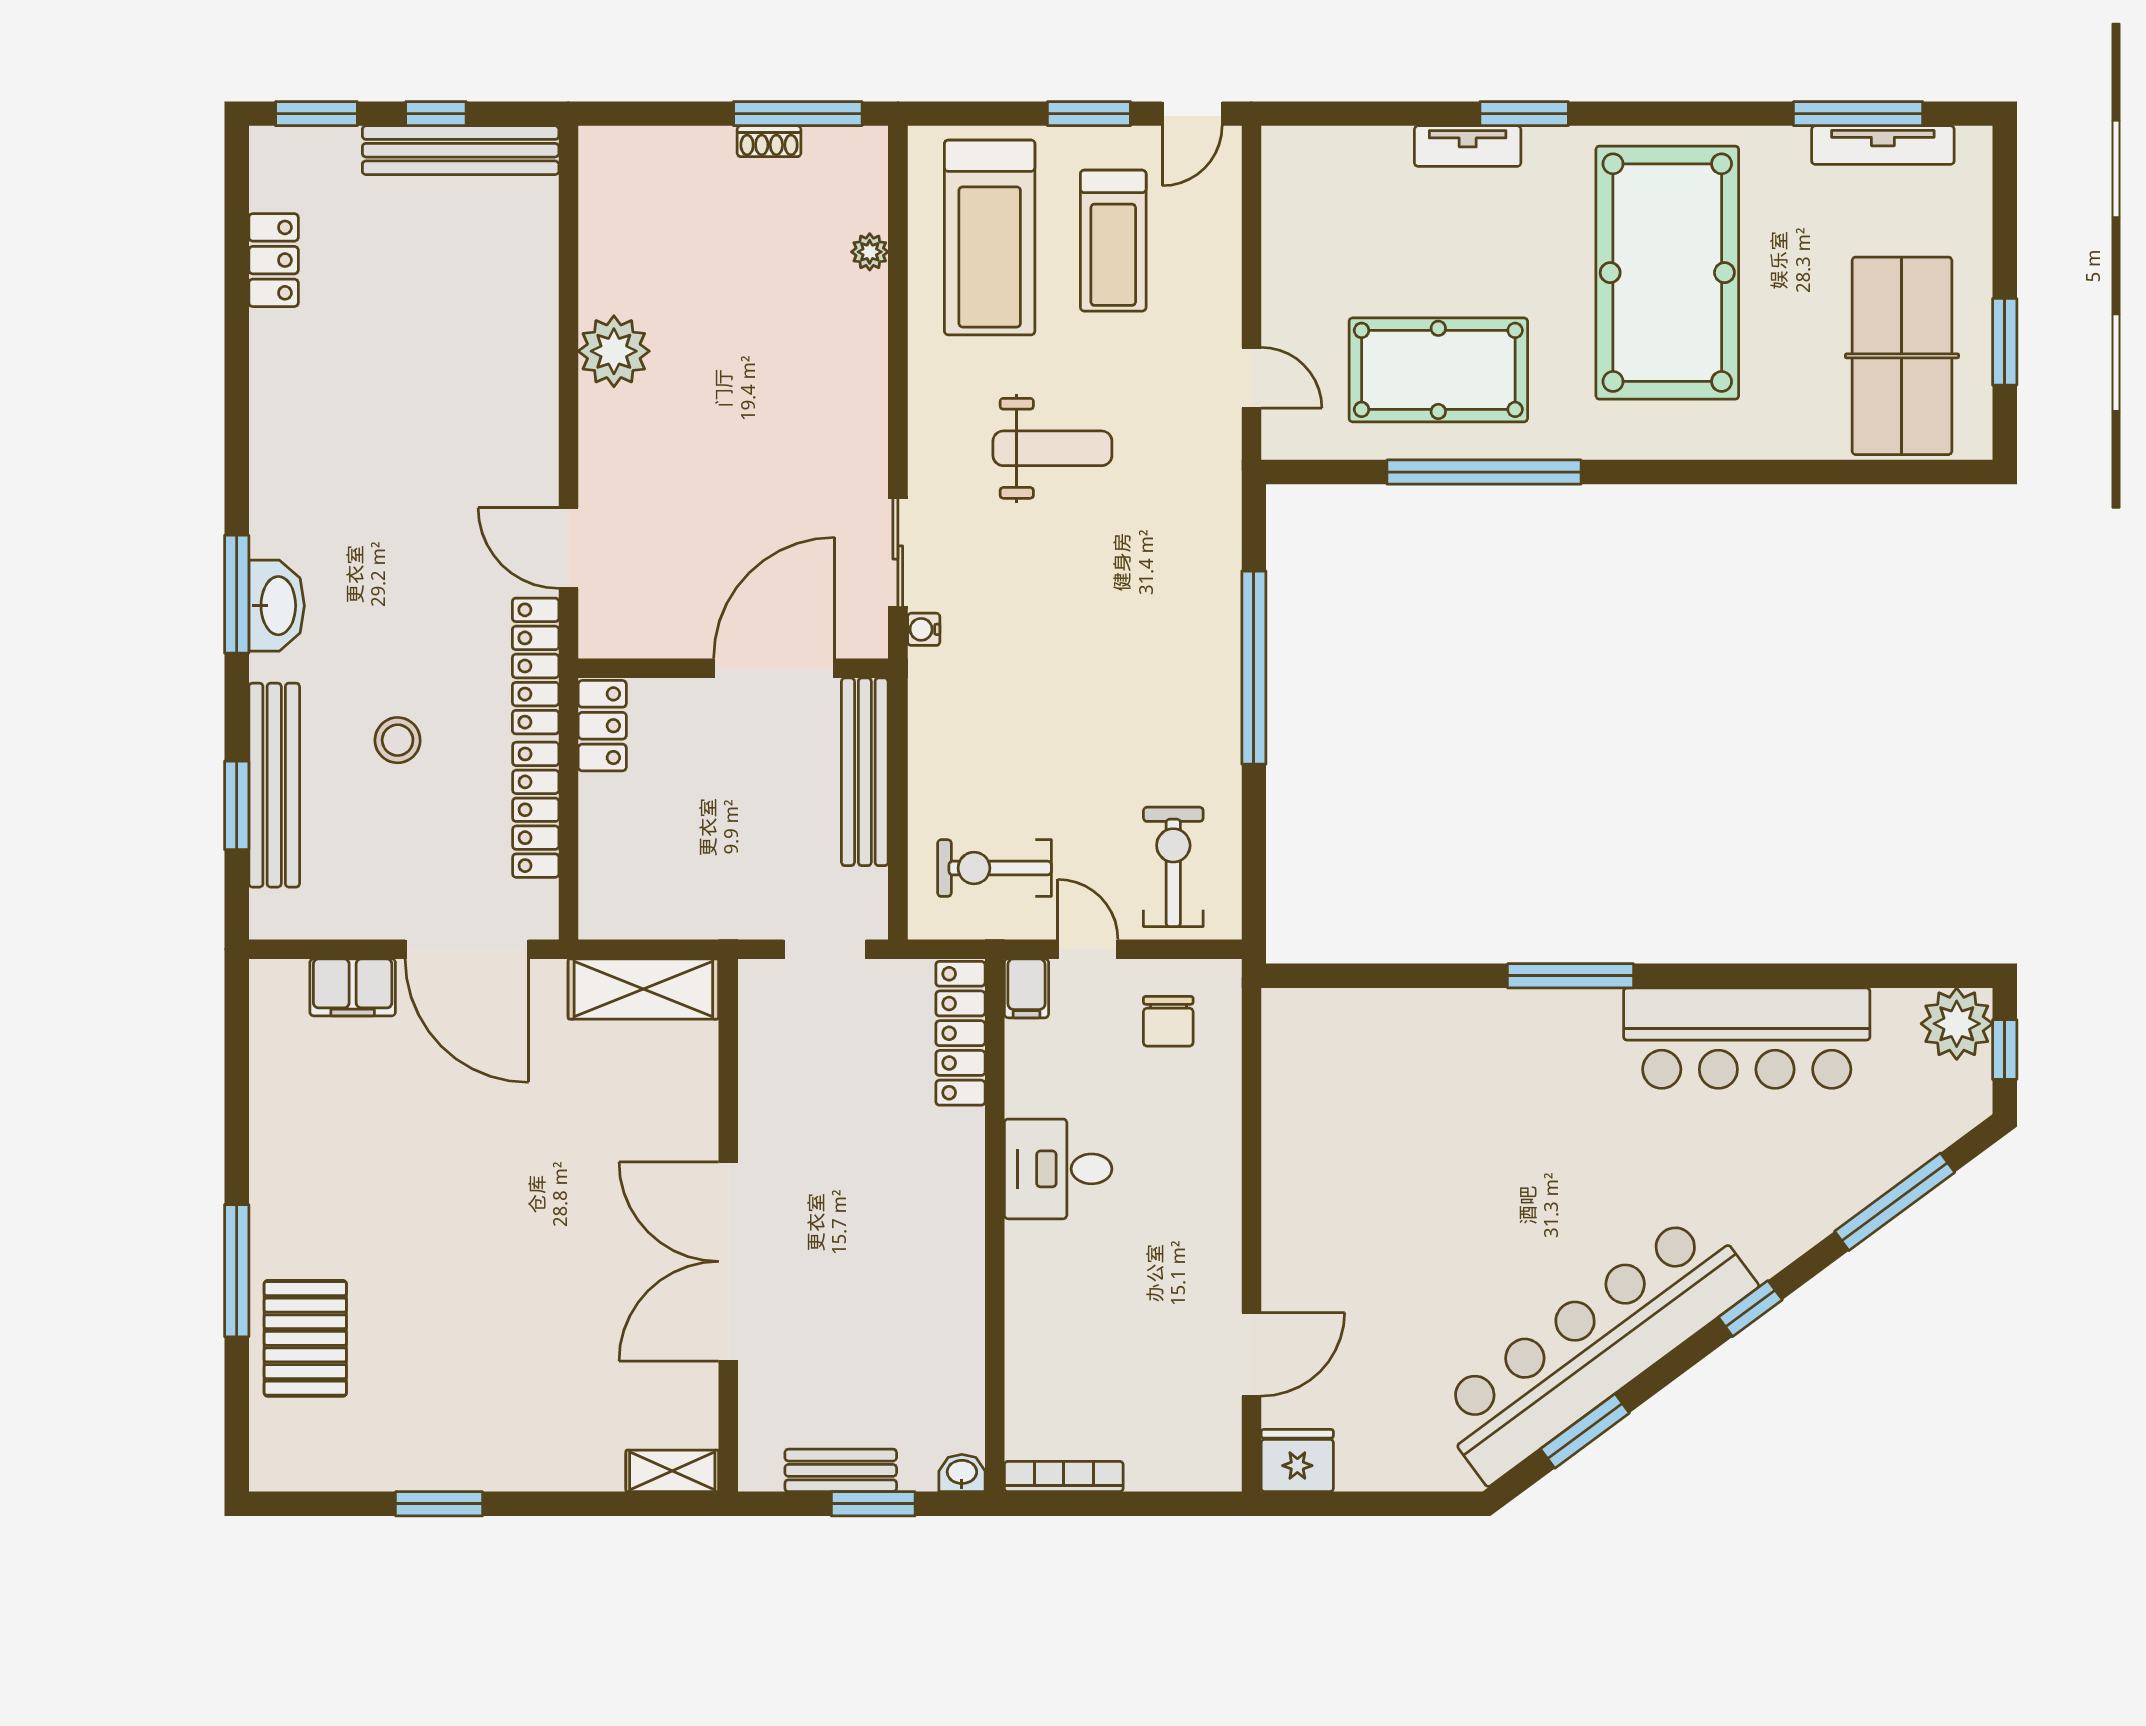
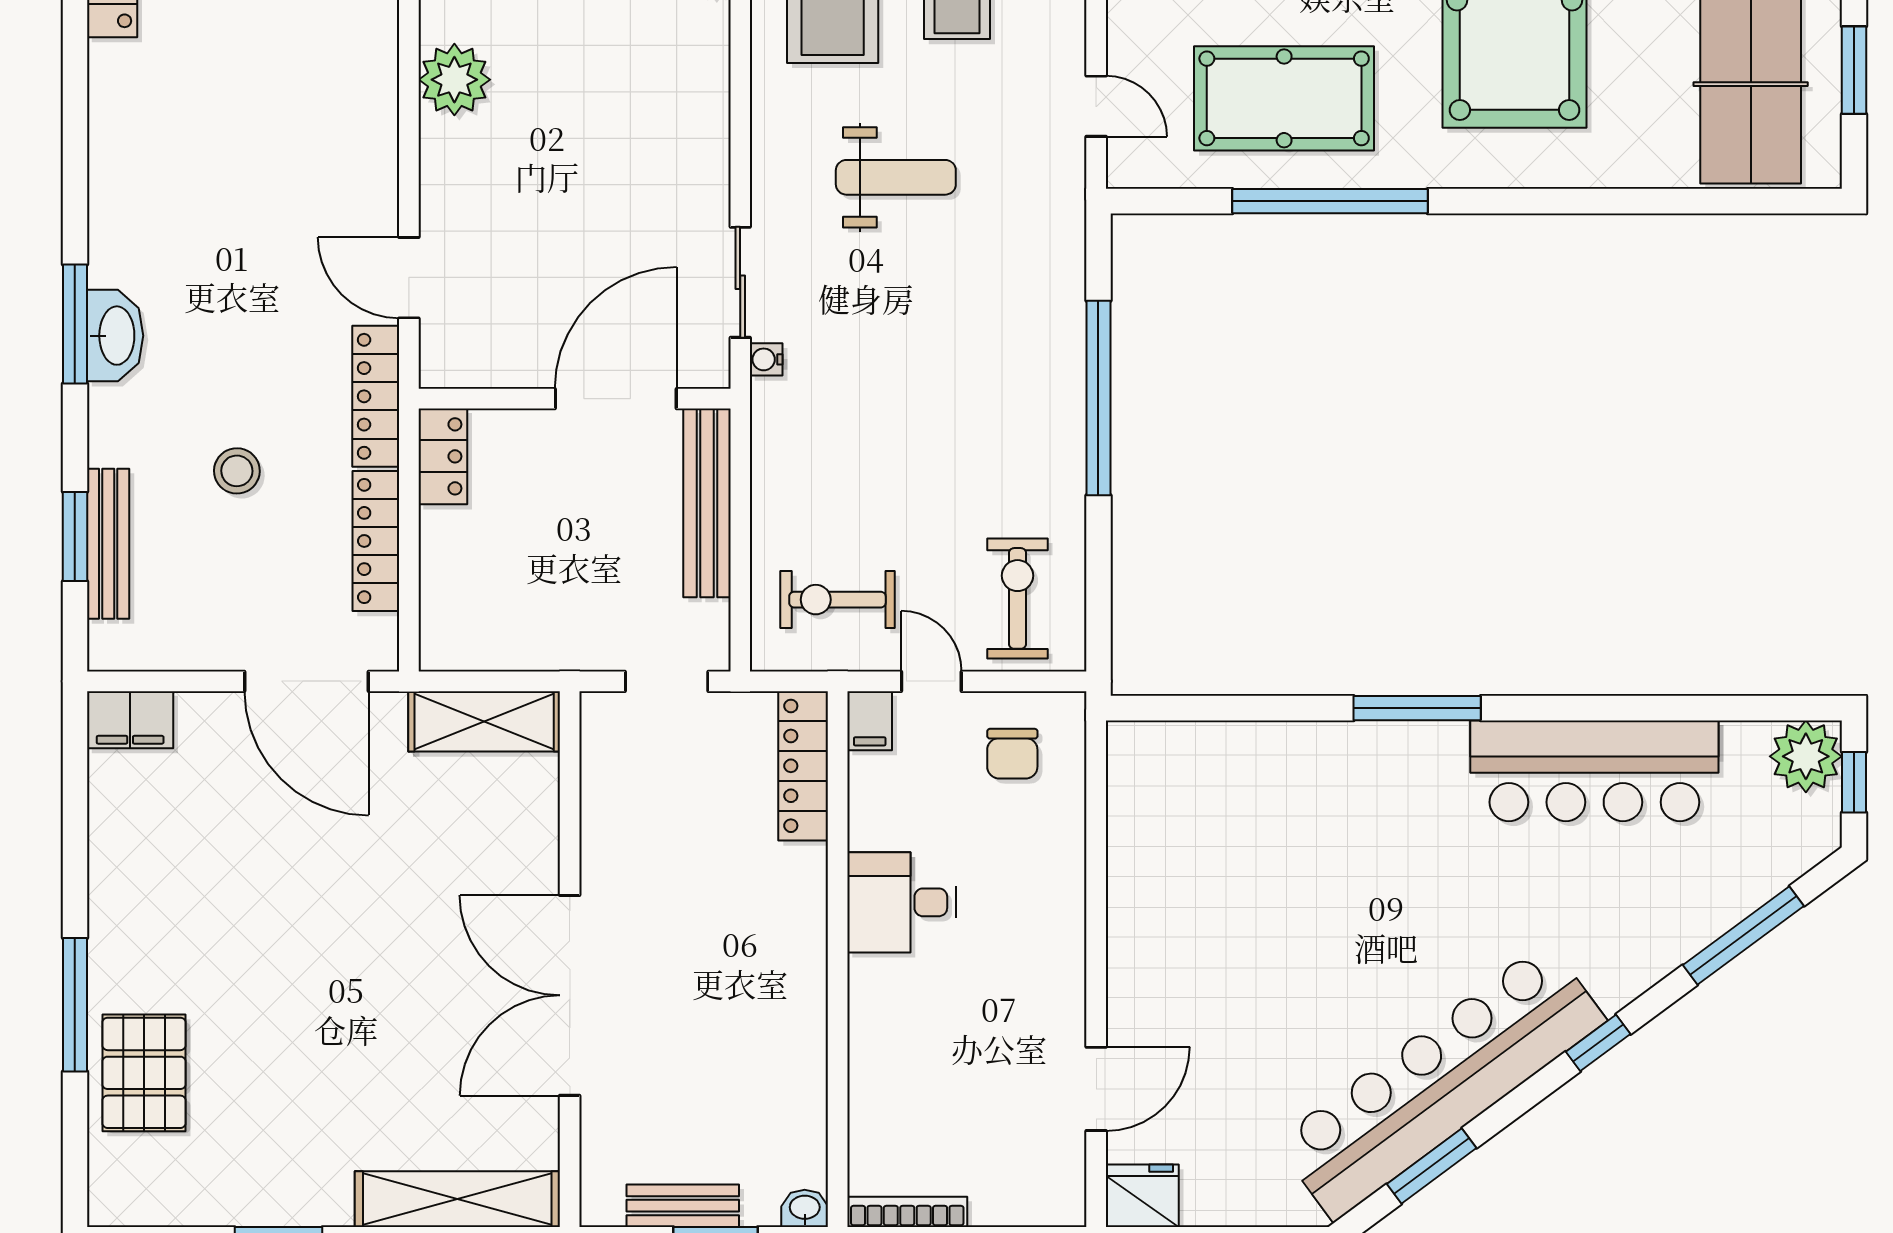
bench: (274, 785) -> (108, 544), width x0.73, depth x0.82
filing cabinet: (353, 987) -> (130, 720), moved
shelving: (672, 1471) -> (457, 1199), width x2.20, depth x1.33

